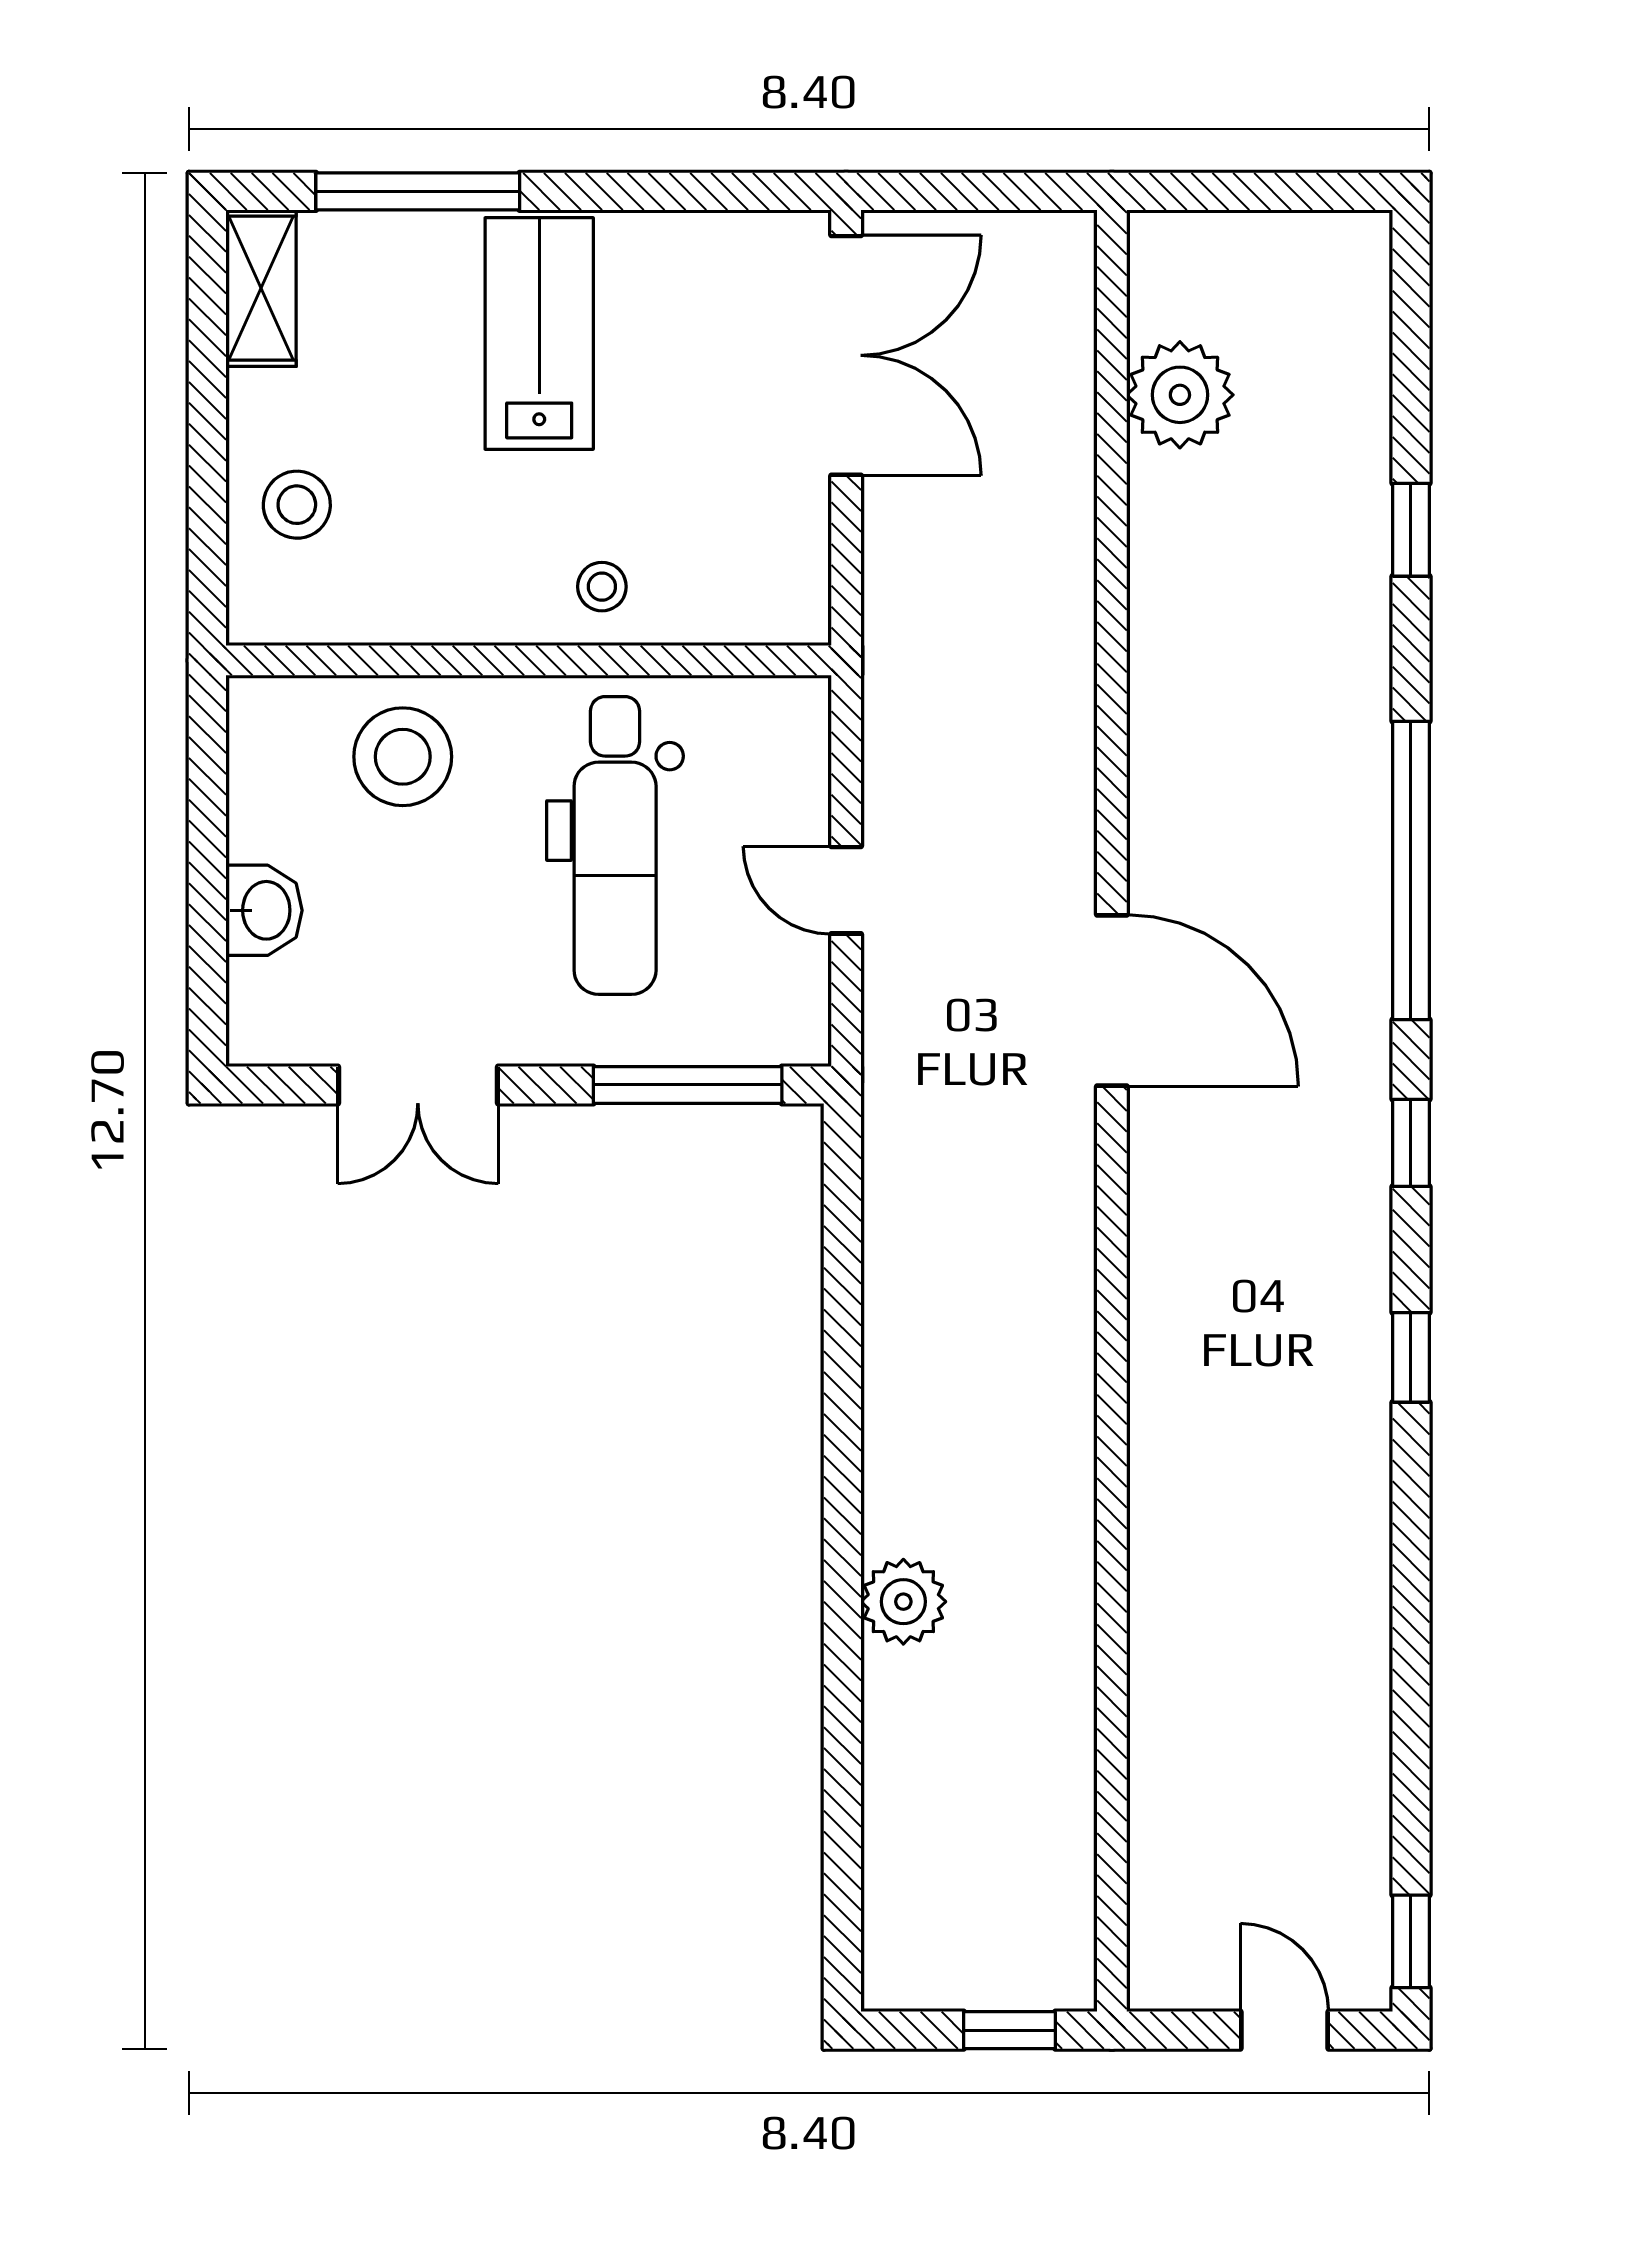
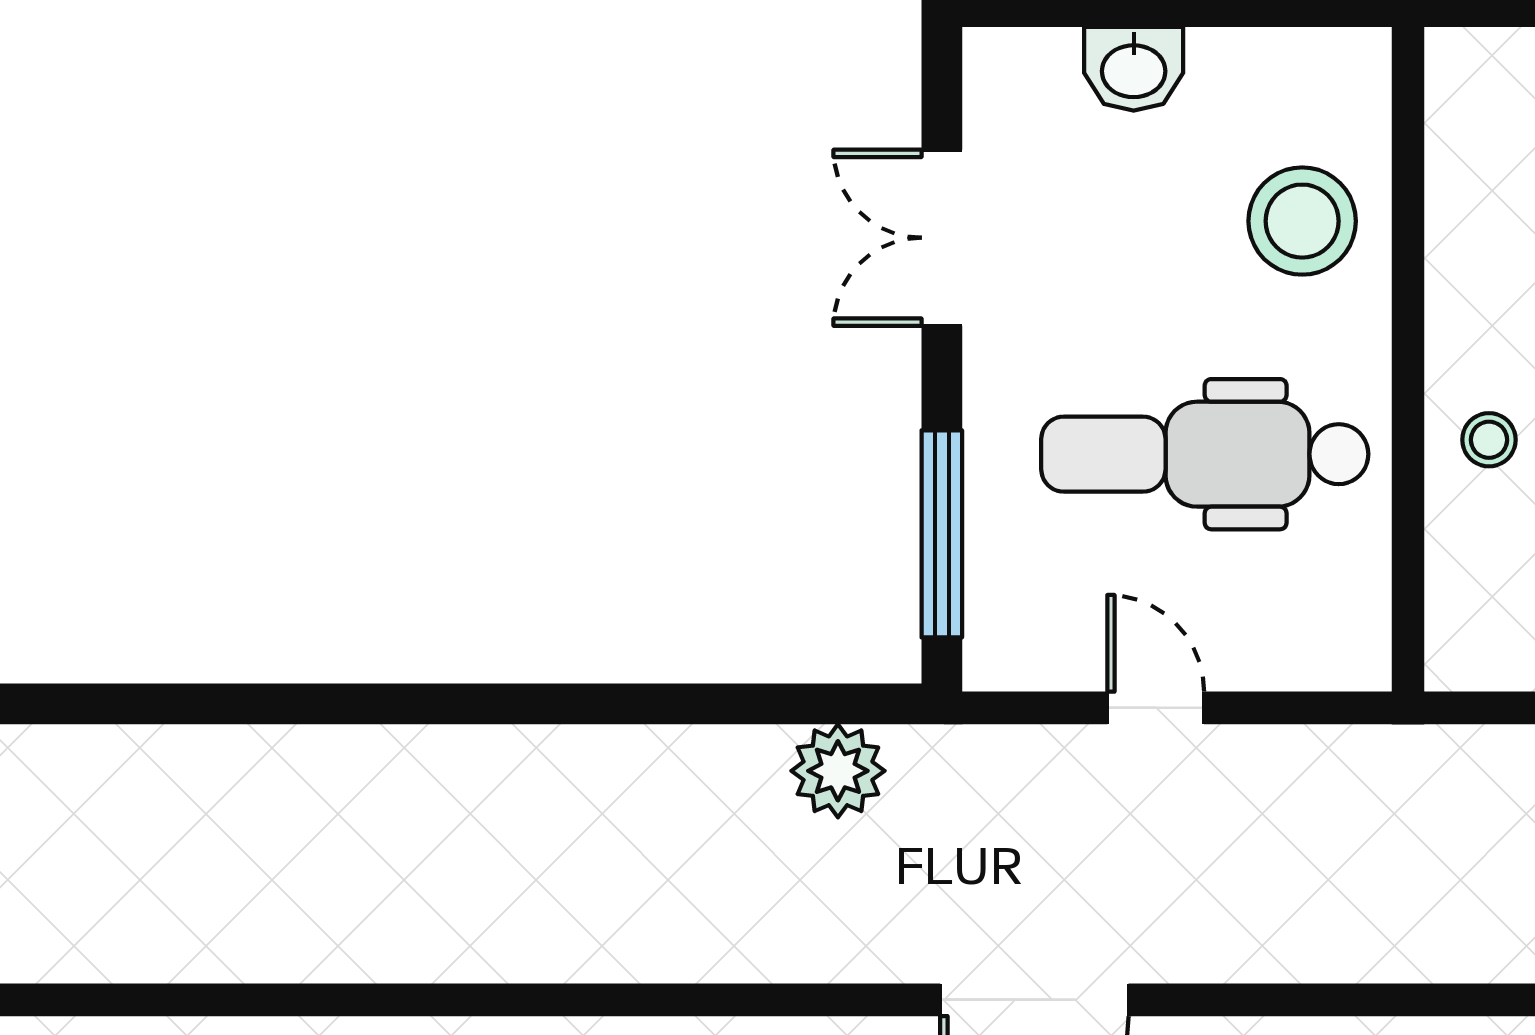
door: (846, 890) -> (1156, 708), hinge flipped
plant: (903, 1602) -> (838, 771), moved

